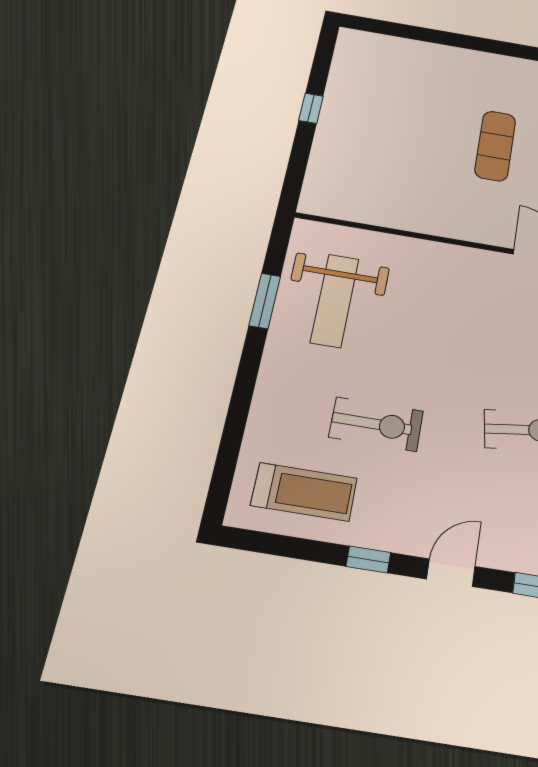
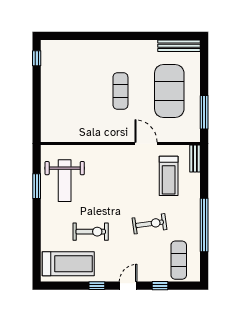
window: (311, 108) -> (37, 58), moved
treadmill: (304, 492) -> (68, 264), width x1.37, depth x1.38

